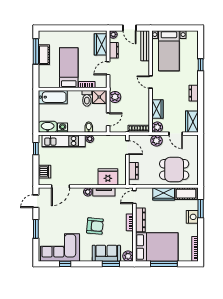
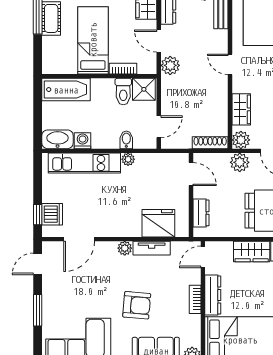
door: (108, 68) -> (159, 41), hinge flipped
plant: (115, 97) -> (170, 65), moved
window: (36, 149) -> (38, 215), moved

